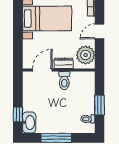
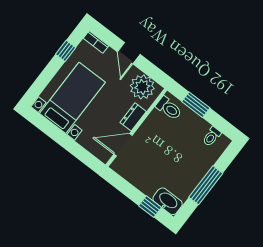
door: (42, 70) -> (123, 145), hinge flipped
toilet: (64, 81) -> (169, 108), moved
window: (100, 105) -> (196, 105), moved

